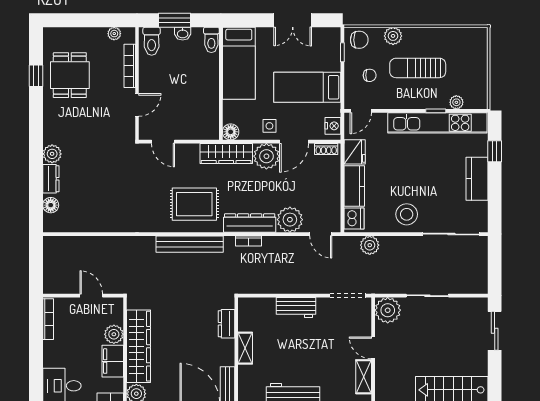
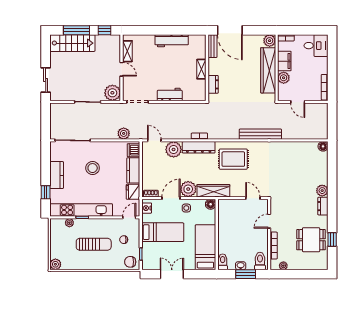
plant: (393, 36) -> (55, 264), moved
dining table: (70, 75) -> (311, 240), turned 90
dresser: (51, 179) -> (323, 206), moved
floor lamp: (51, 205) -> (323, 146), moved
stool: (407, 214) -> (93, 168), moved
bench: (190, 244) -> (260, 134), moved

